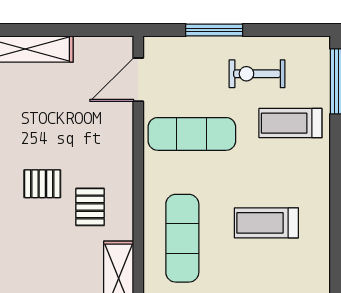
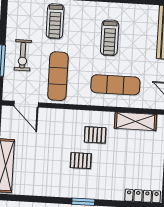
exercise bike: (257, 74) -> (23, 55), moved
pallet: (42, 184) -> (81, 161), turned 90

